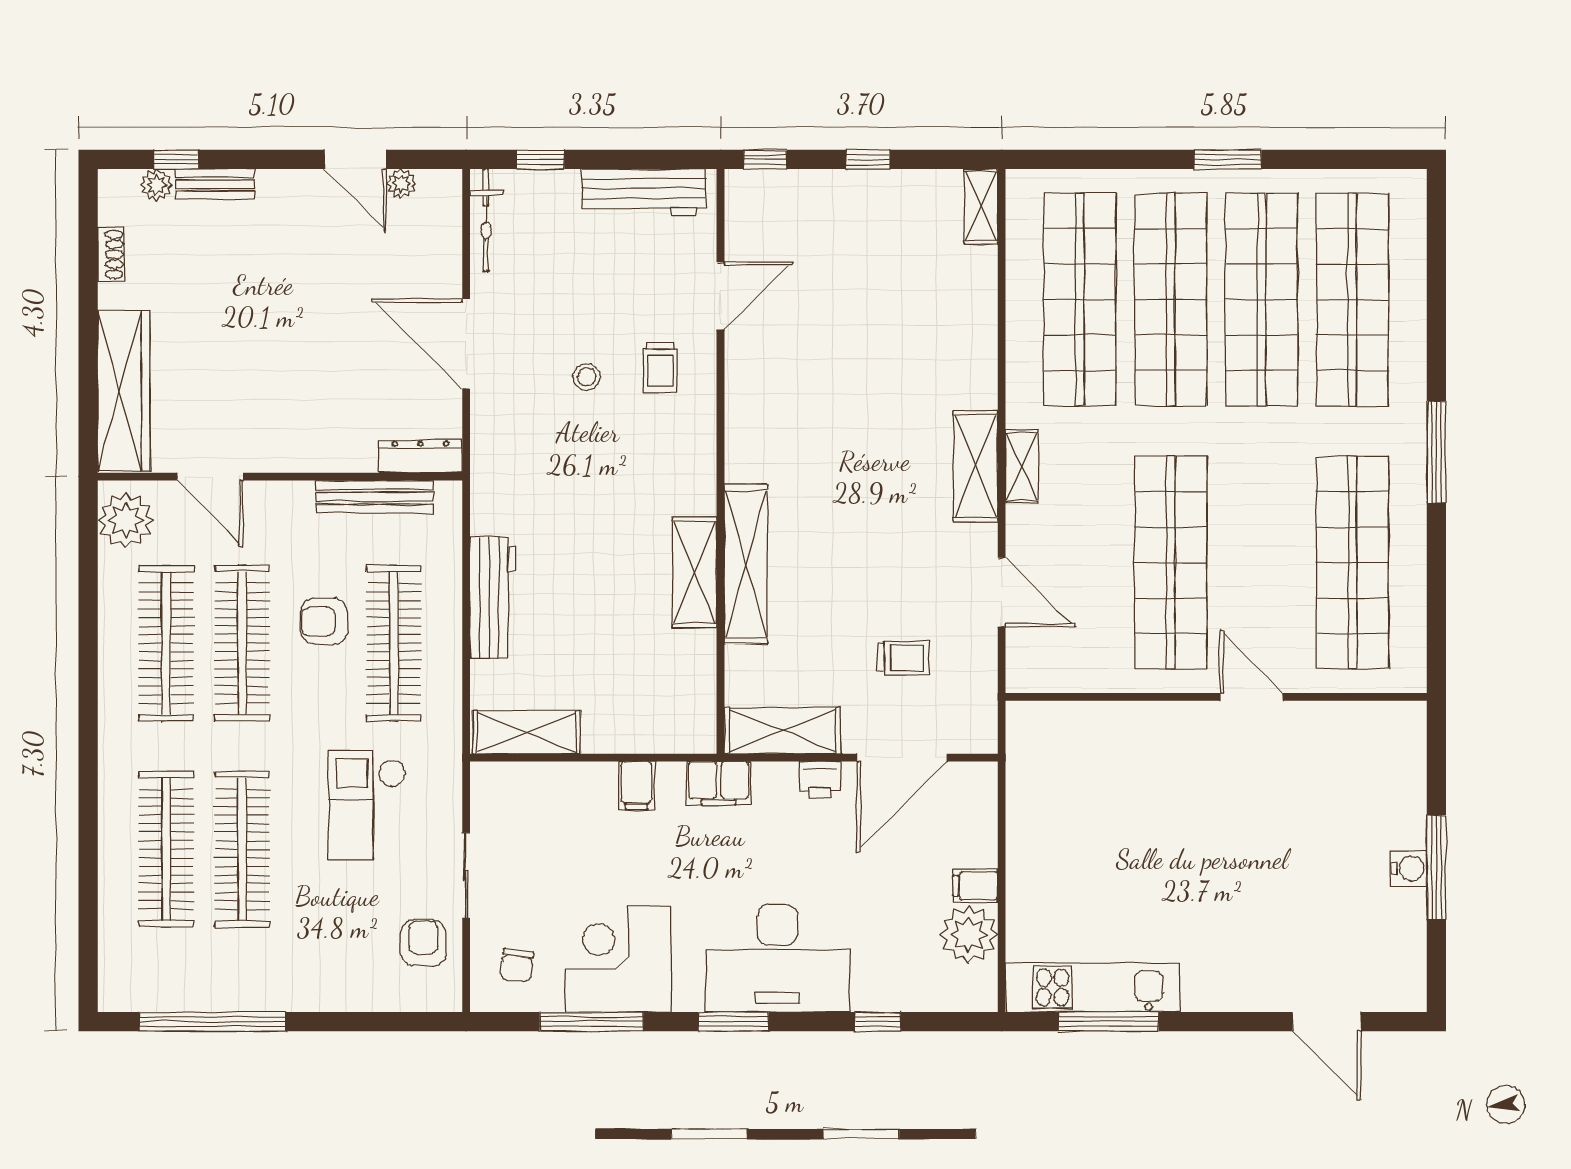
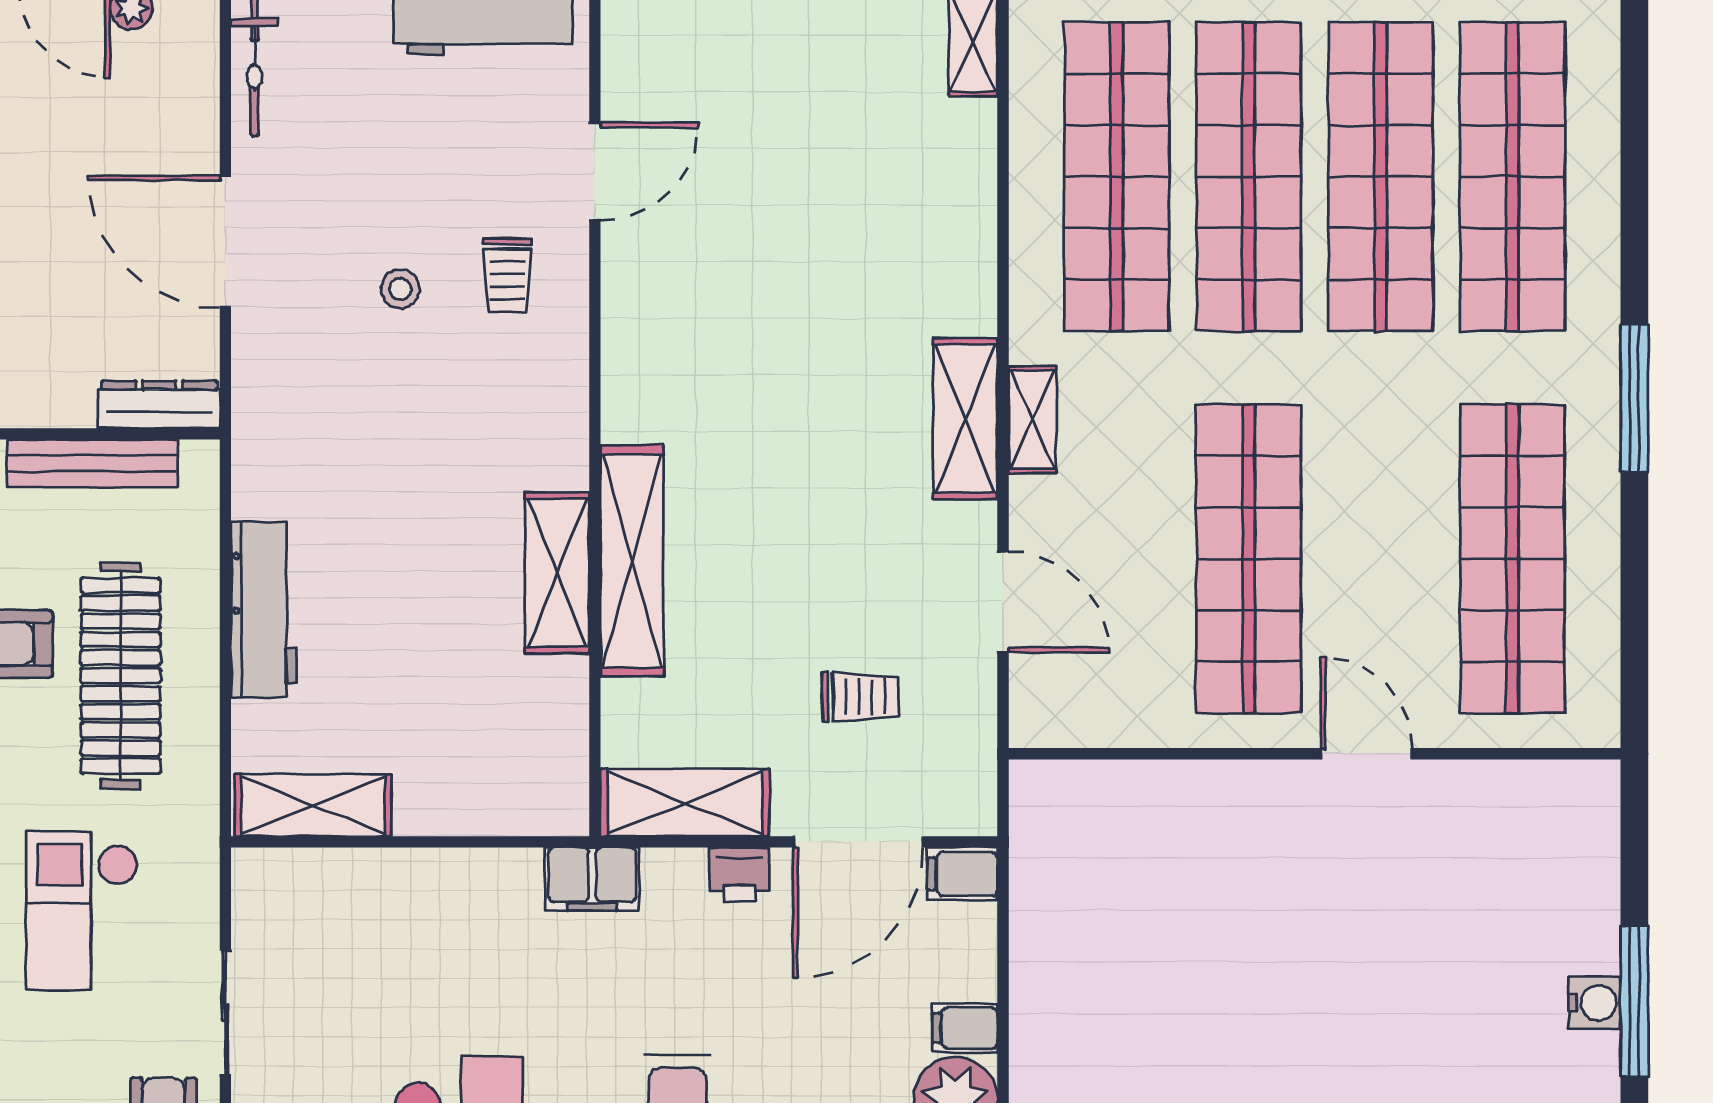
filing cabinet: (636, 786) -> (962, 874), moved, turned 90

